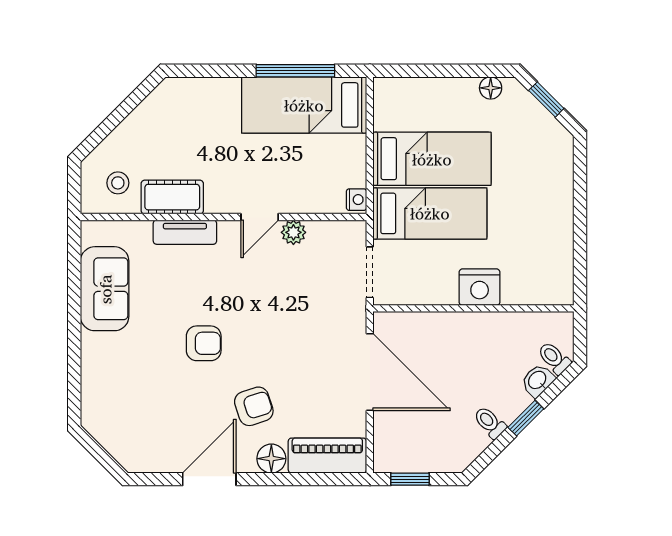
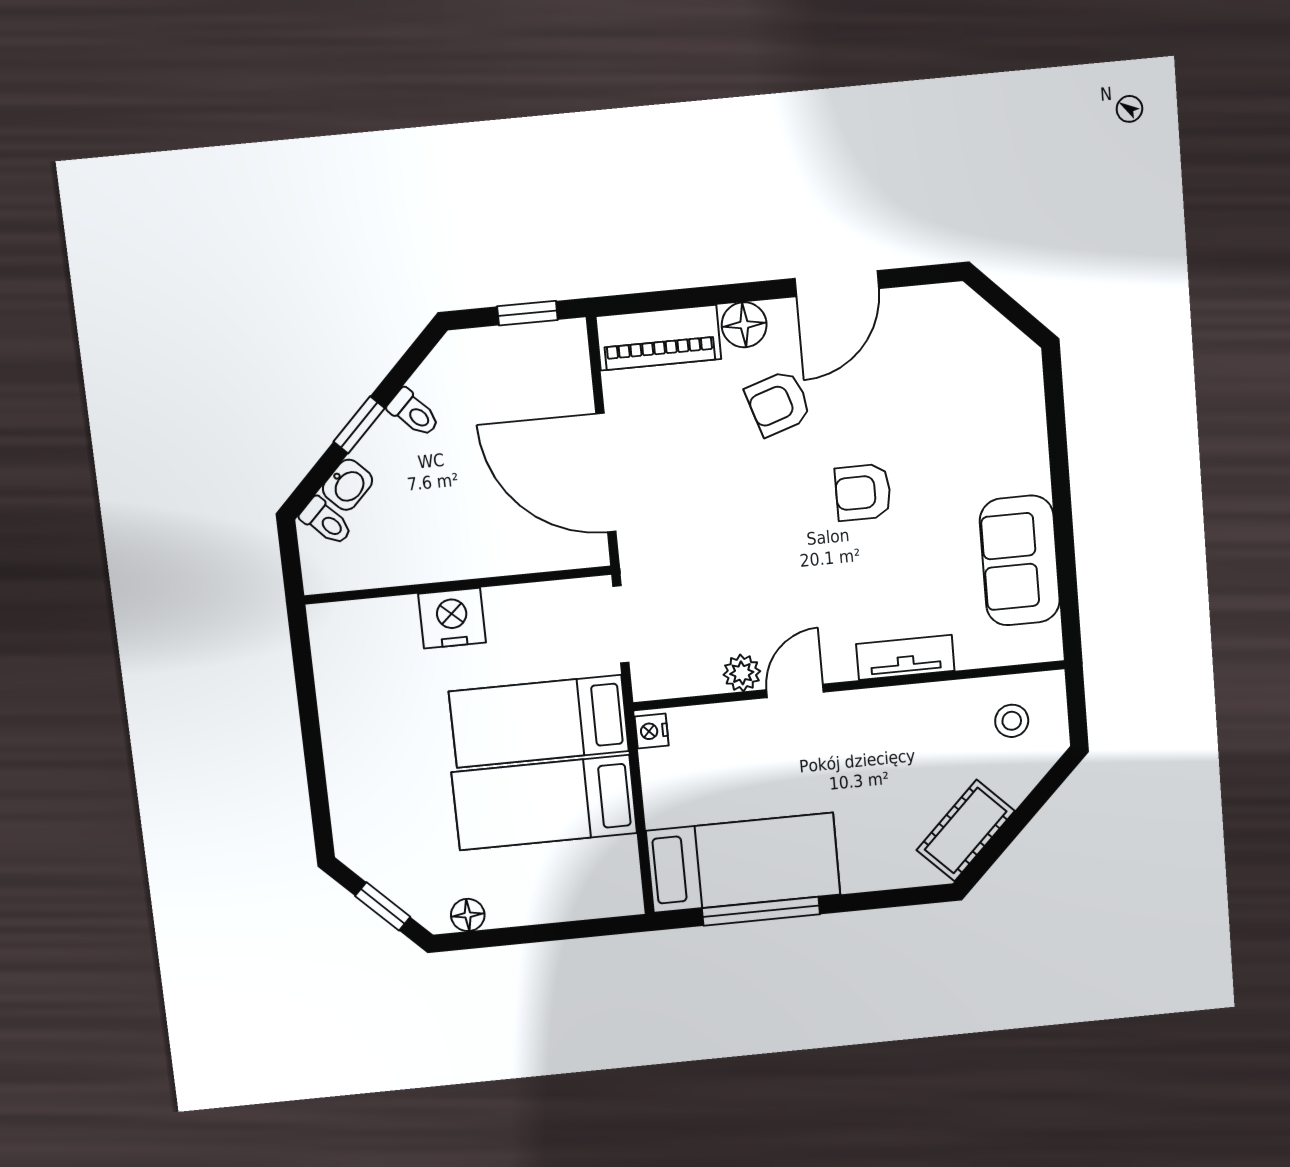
cot: (172, 197) -> (966, 831), moved, turned -45

